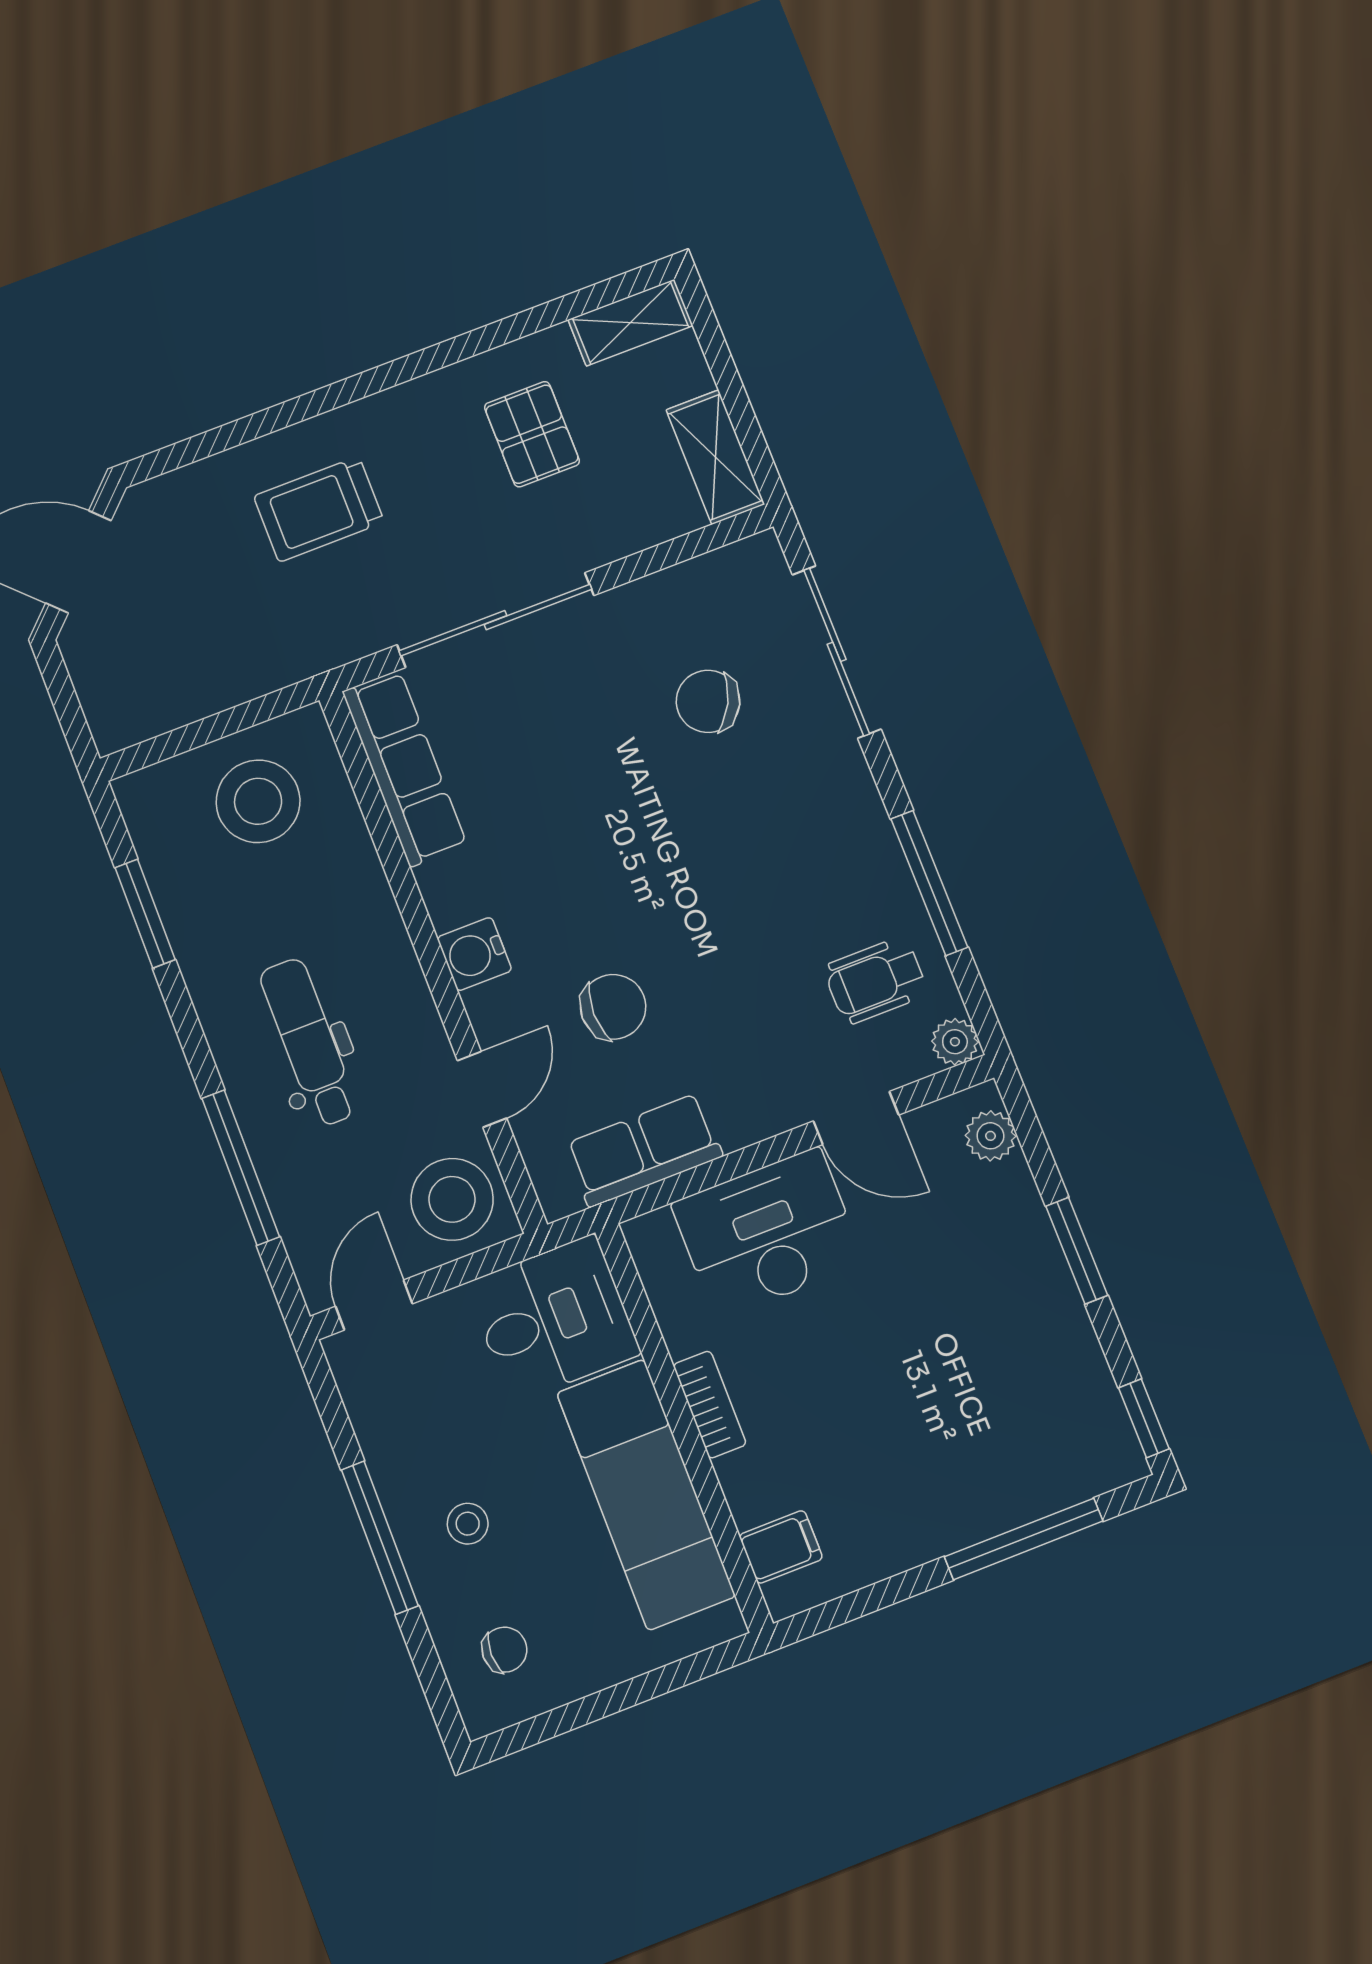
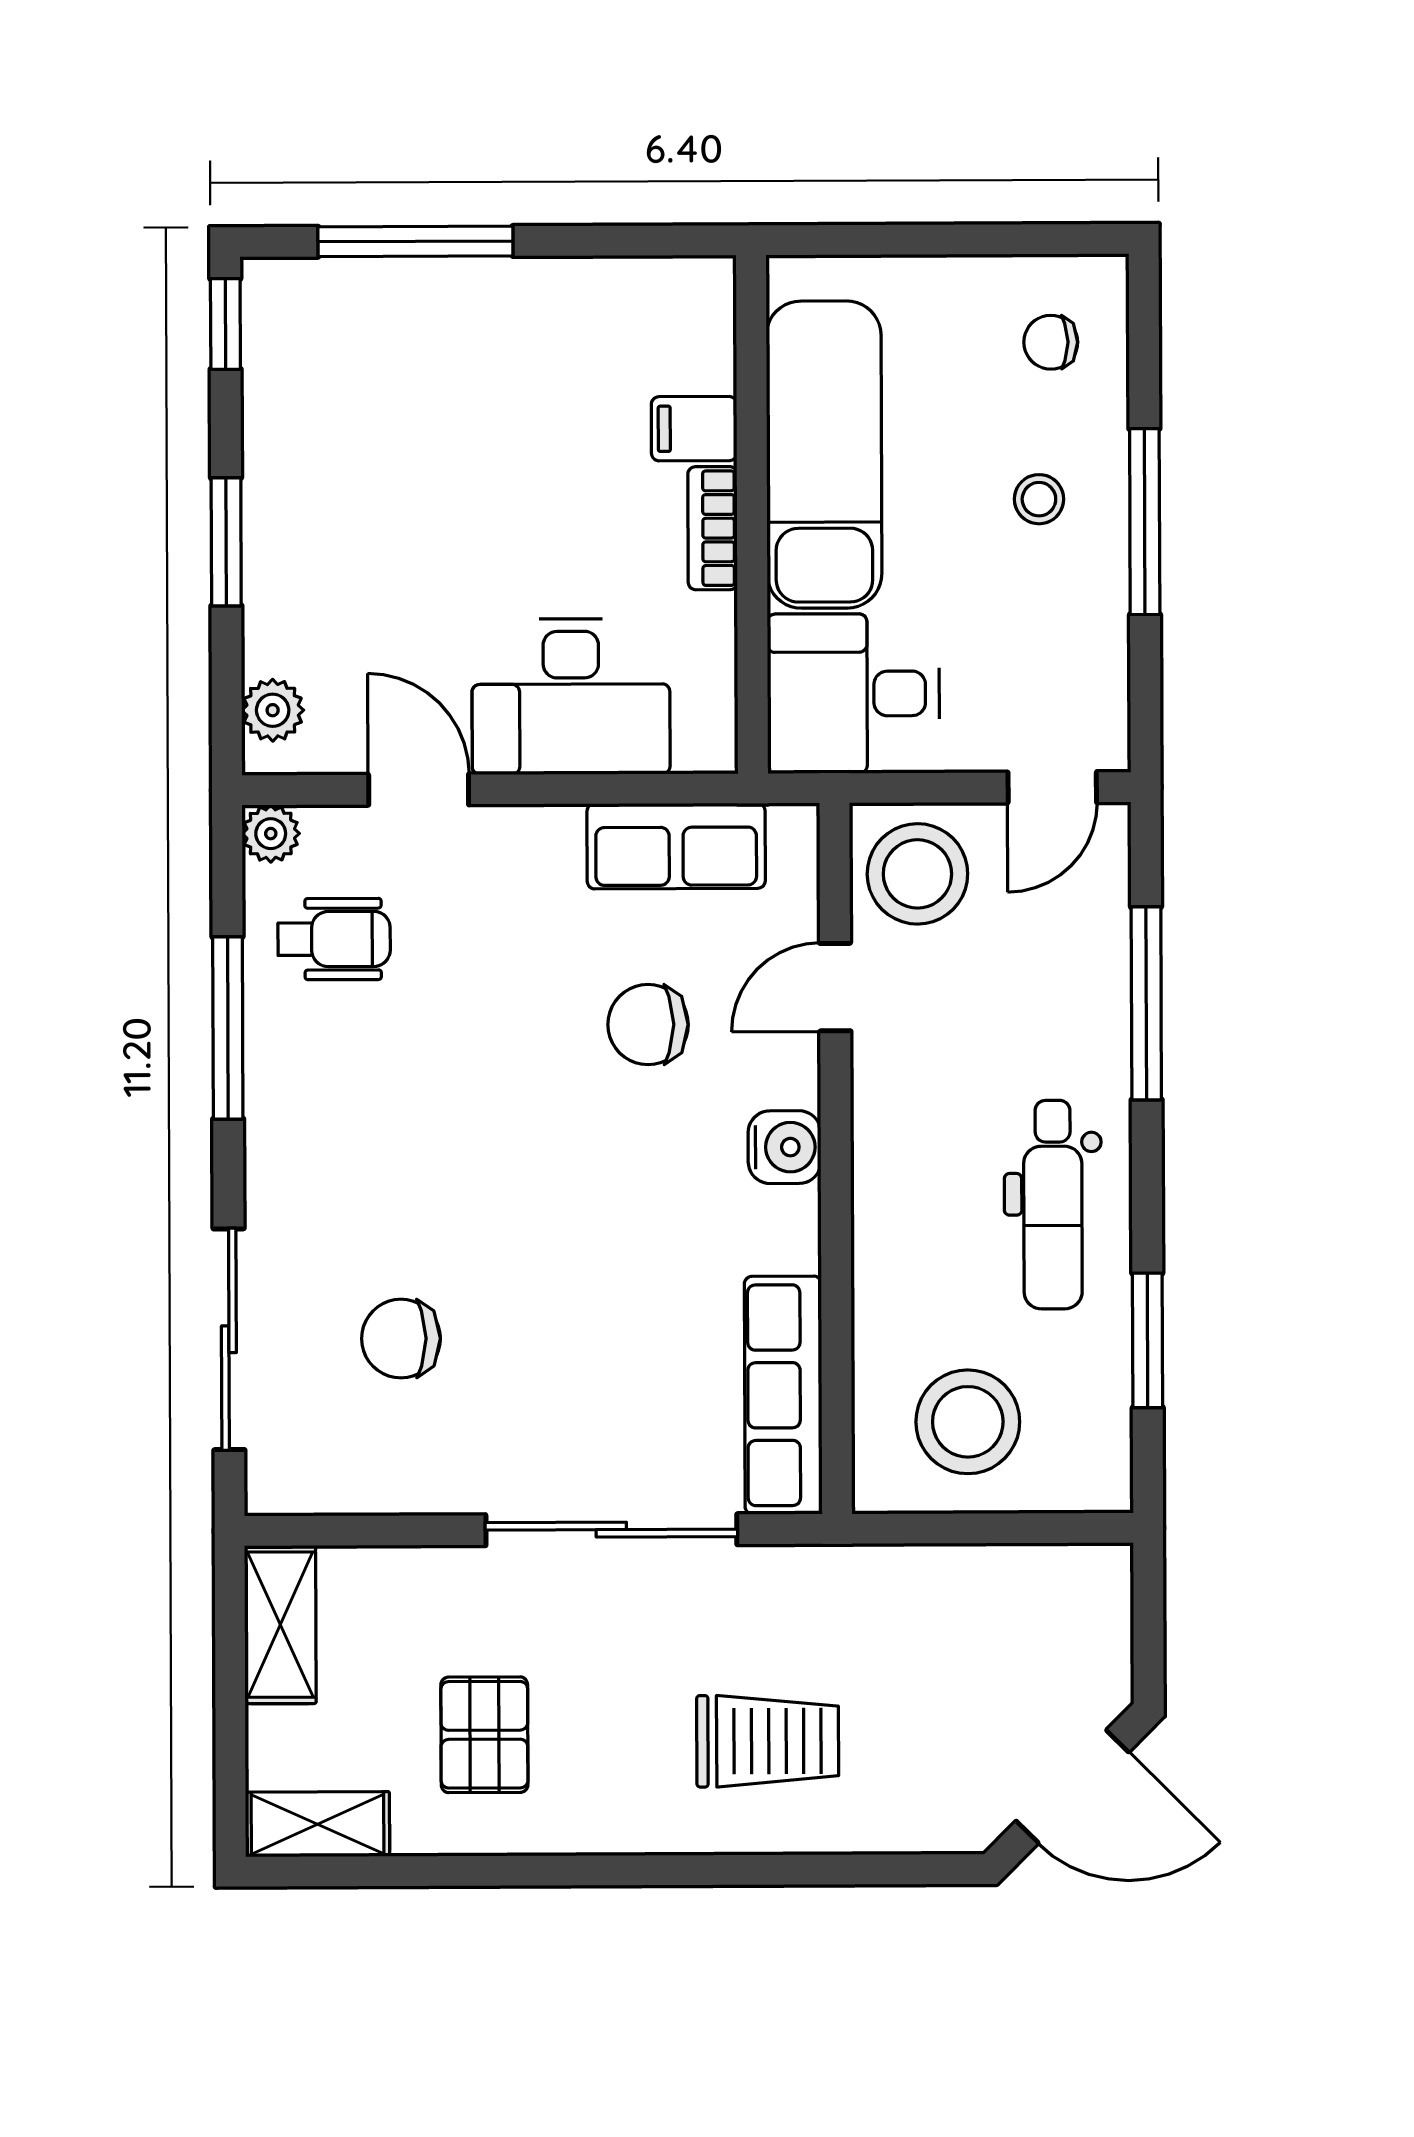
chair: (708, 701) -> (401, 1339), turned 153
dental chair: (309, 1042) -> (1053, 1205), moved
filing cabinet: (781, 1547) -> (694, 429), moved

